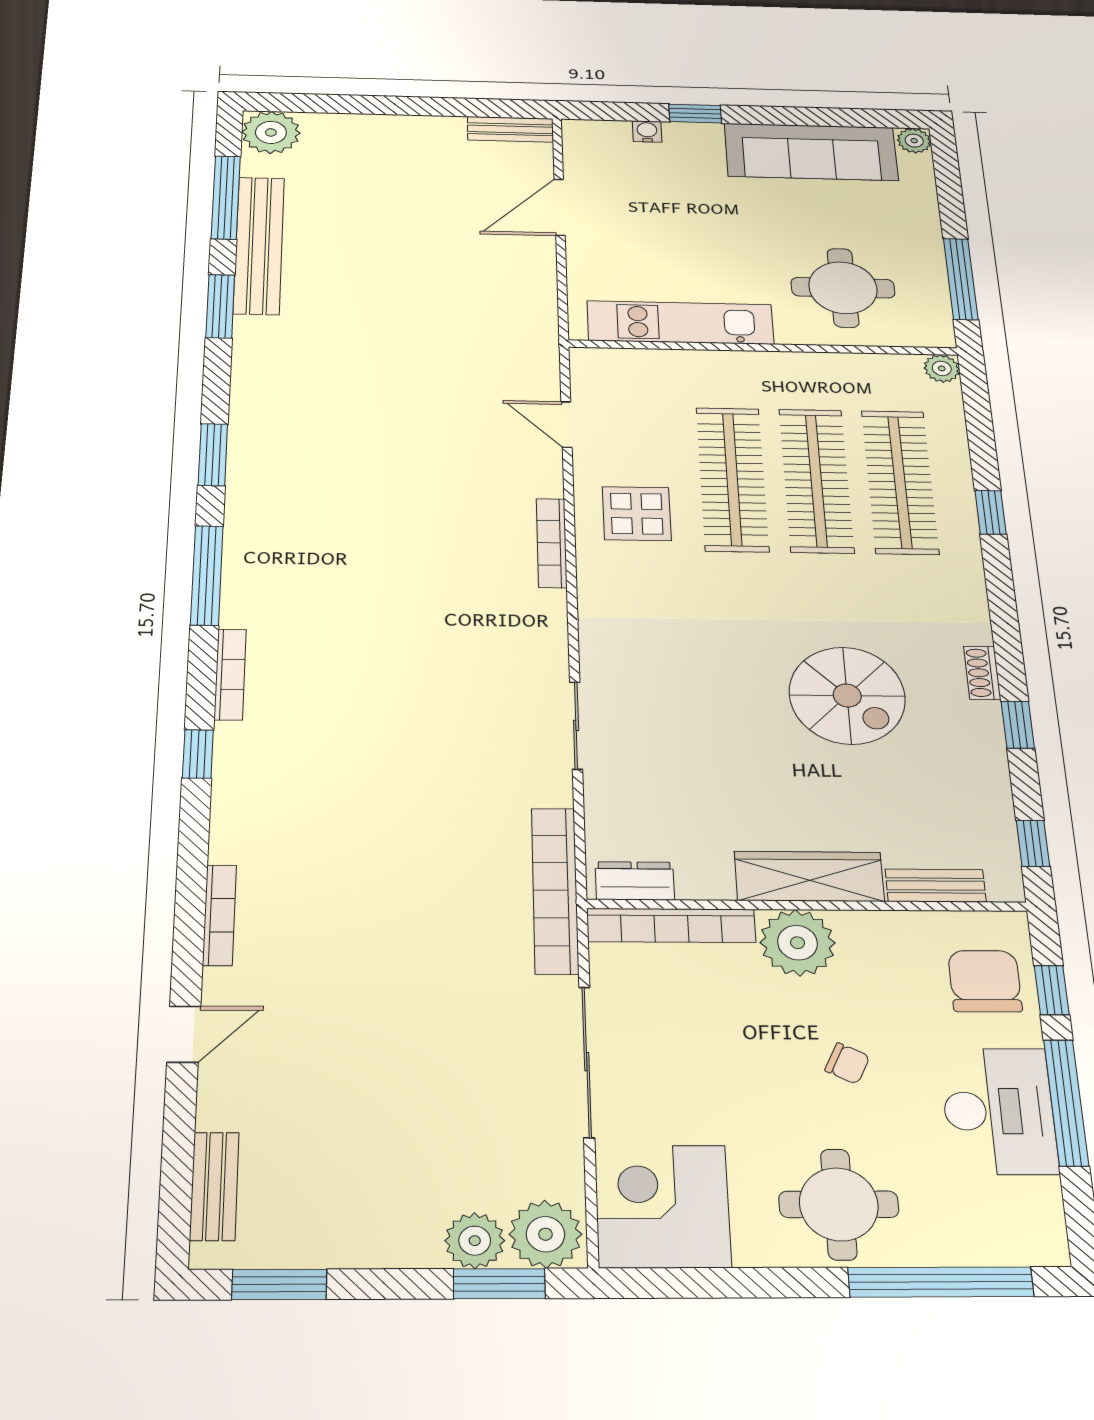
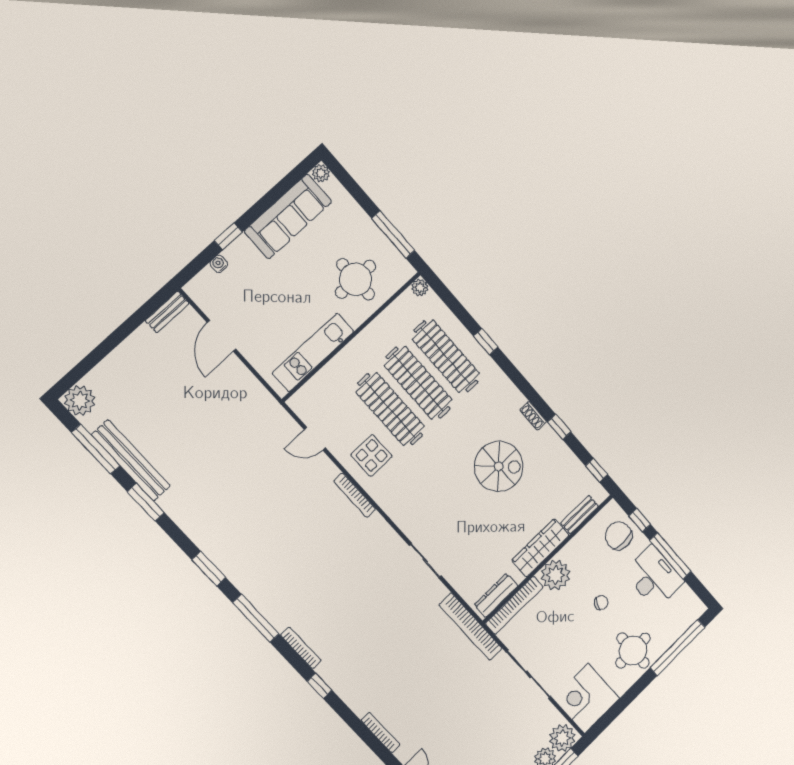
dresser: (635, 881) -> (496, 595), width x1.44

